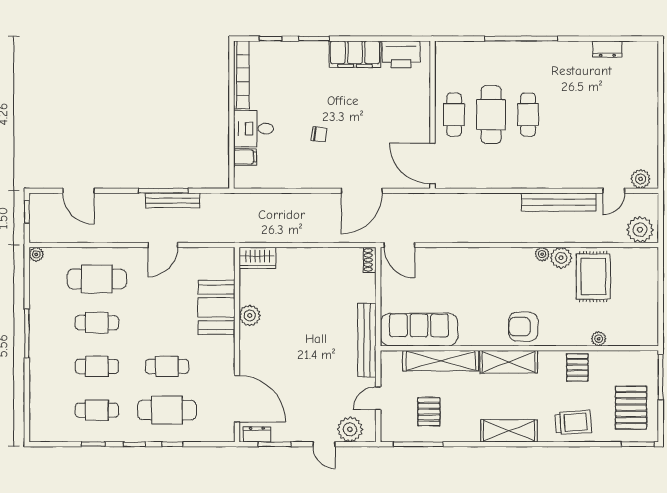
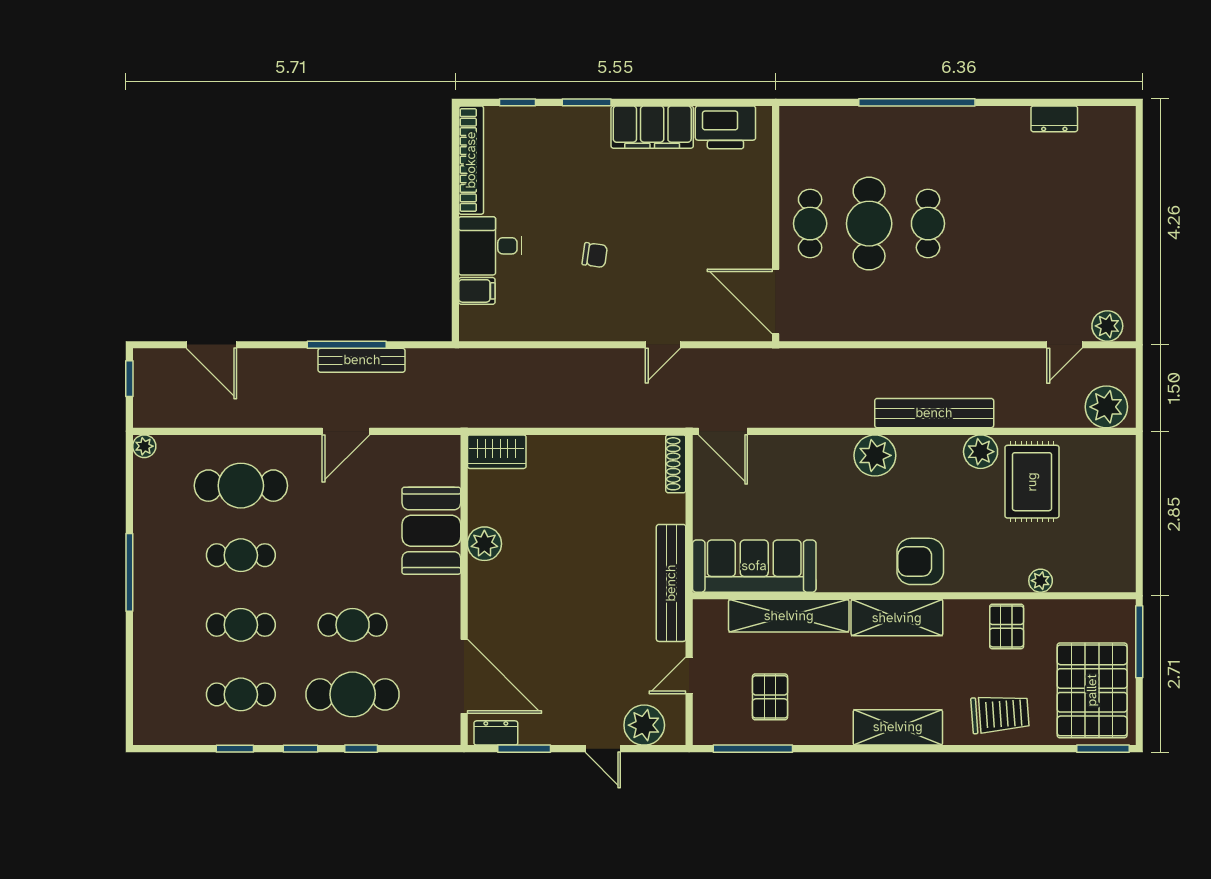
door: (362, 191) -> (663, 345), width x0.53
bench: (559, 202) -> (934, 413), moved
plant: (542, 254) -> (875, 455), moved, width x1.87, depth x1.87
shoe rack: (370, 260) -> (676, 464), width x1.43
pallet: (631, 408) -> (1092, 690), width x1.37, depth x1.41

